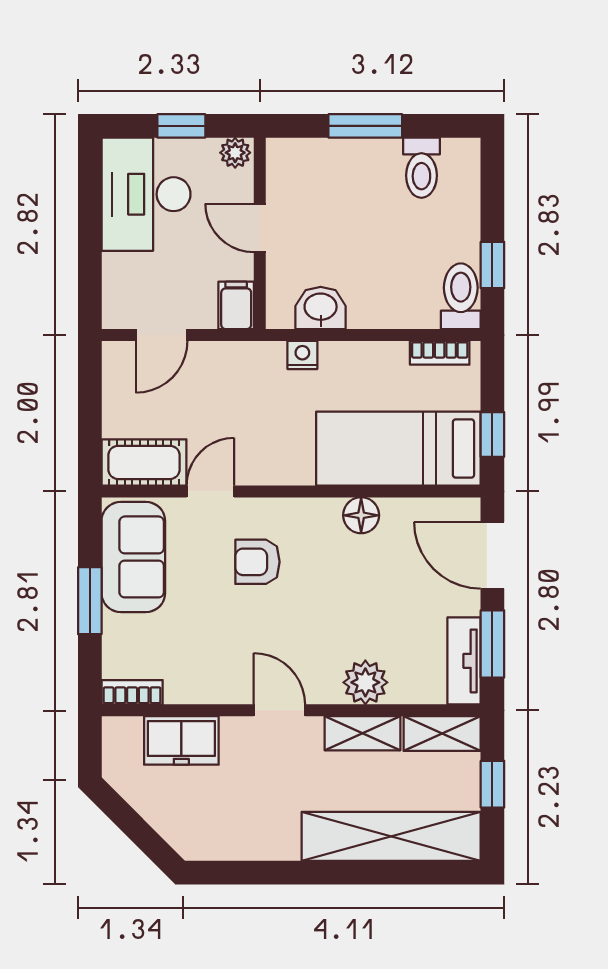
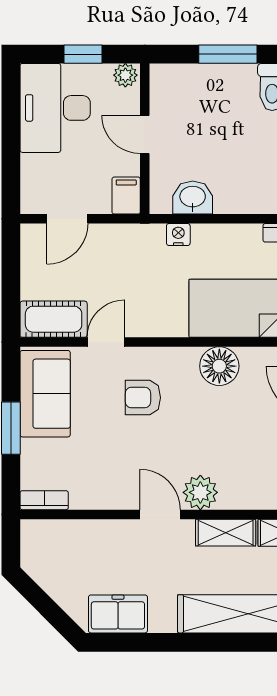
floor lamp: (361, 515) -> (219, 366), width x1.38, depth x1.38
plant: (365, 682) -> (200, 492), moved
freezer: (181, 740) -> (118, 614), moved, turned 180

